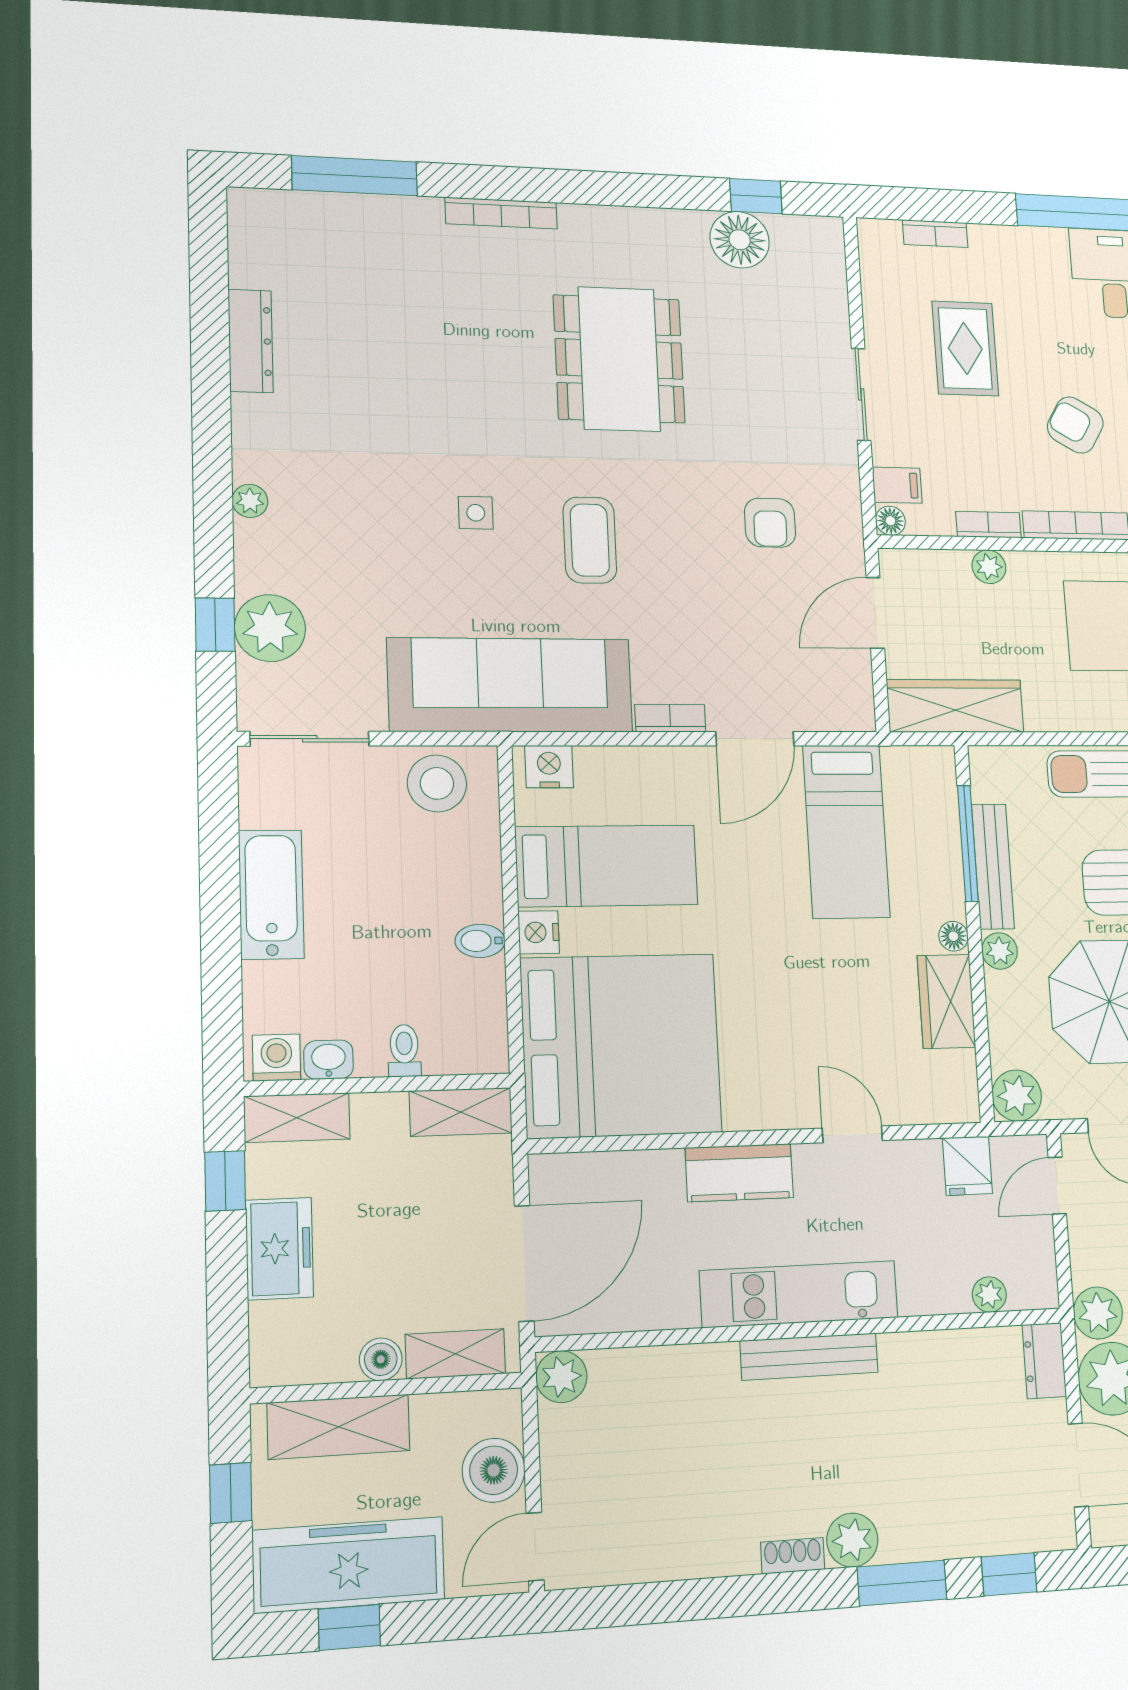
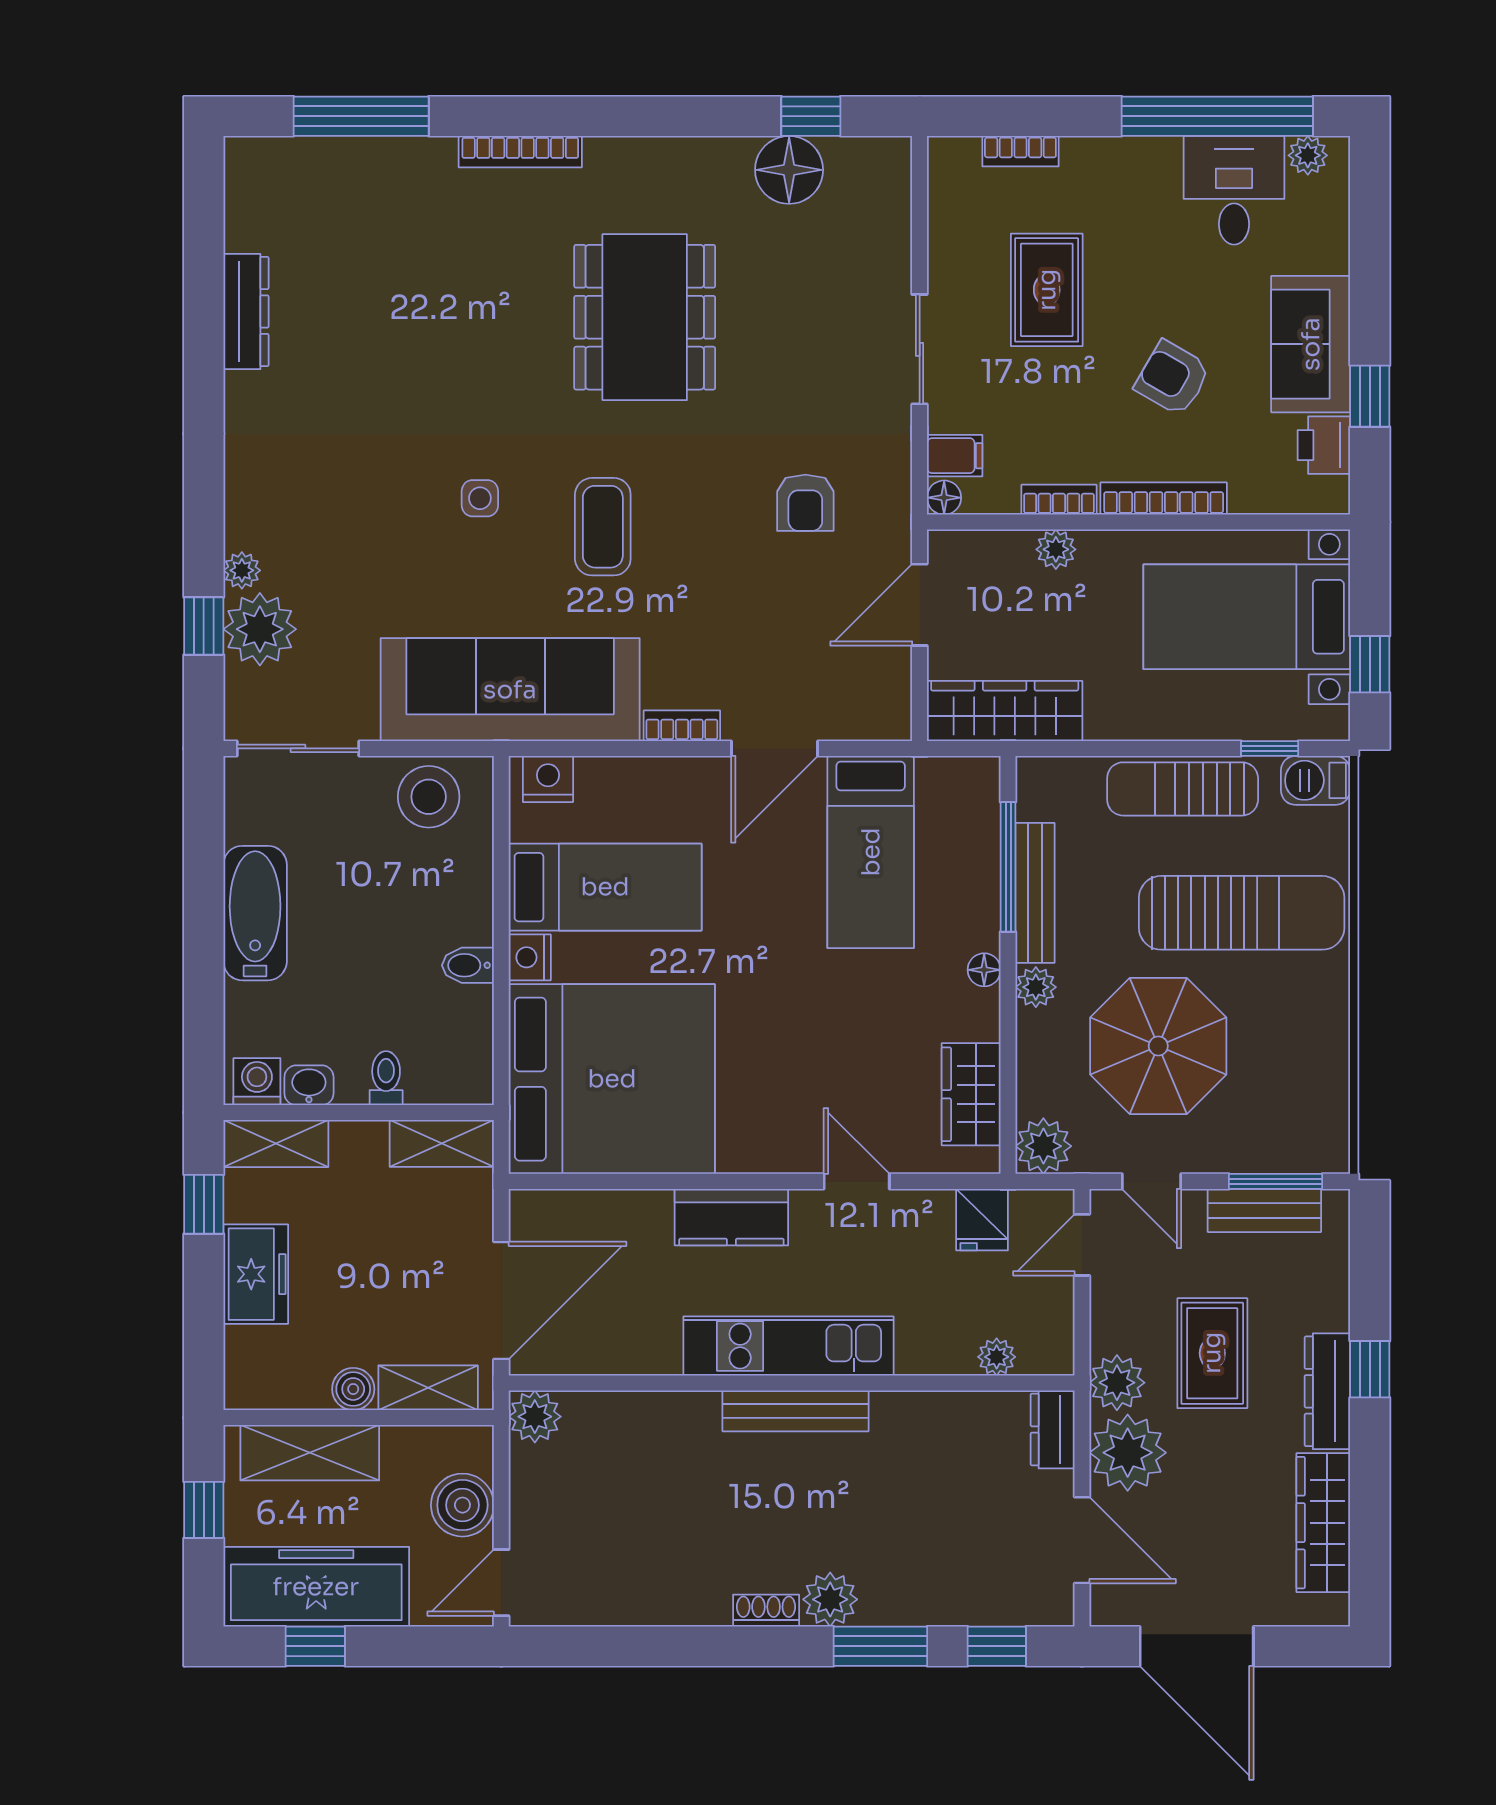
plant: (250, 501) -> (242, 570), moved
wardrobe: (946, 1001) -> (971, 1094), moved

